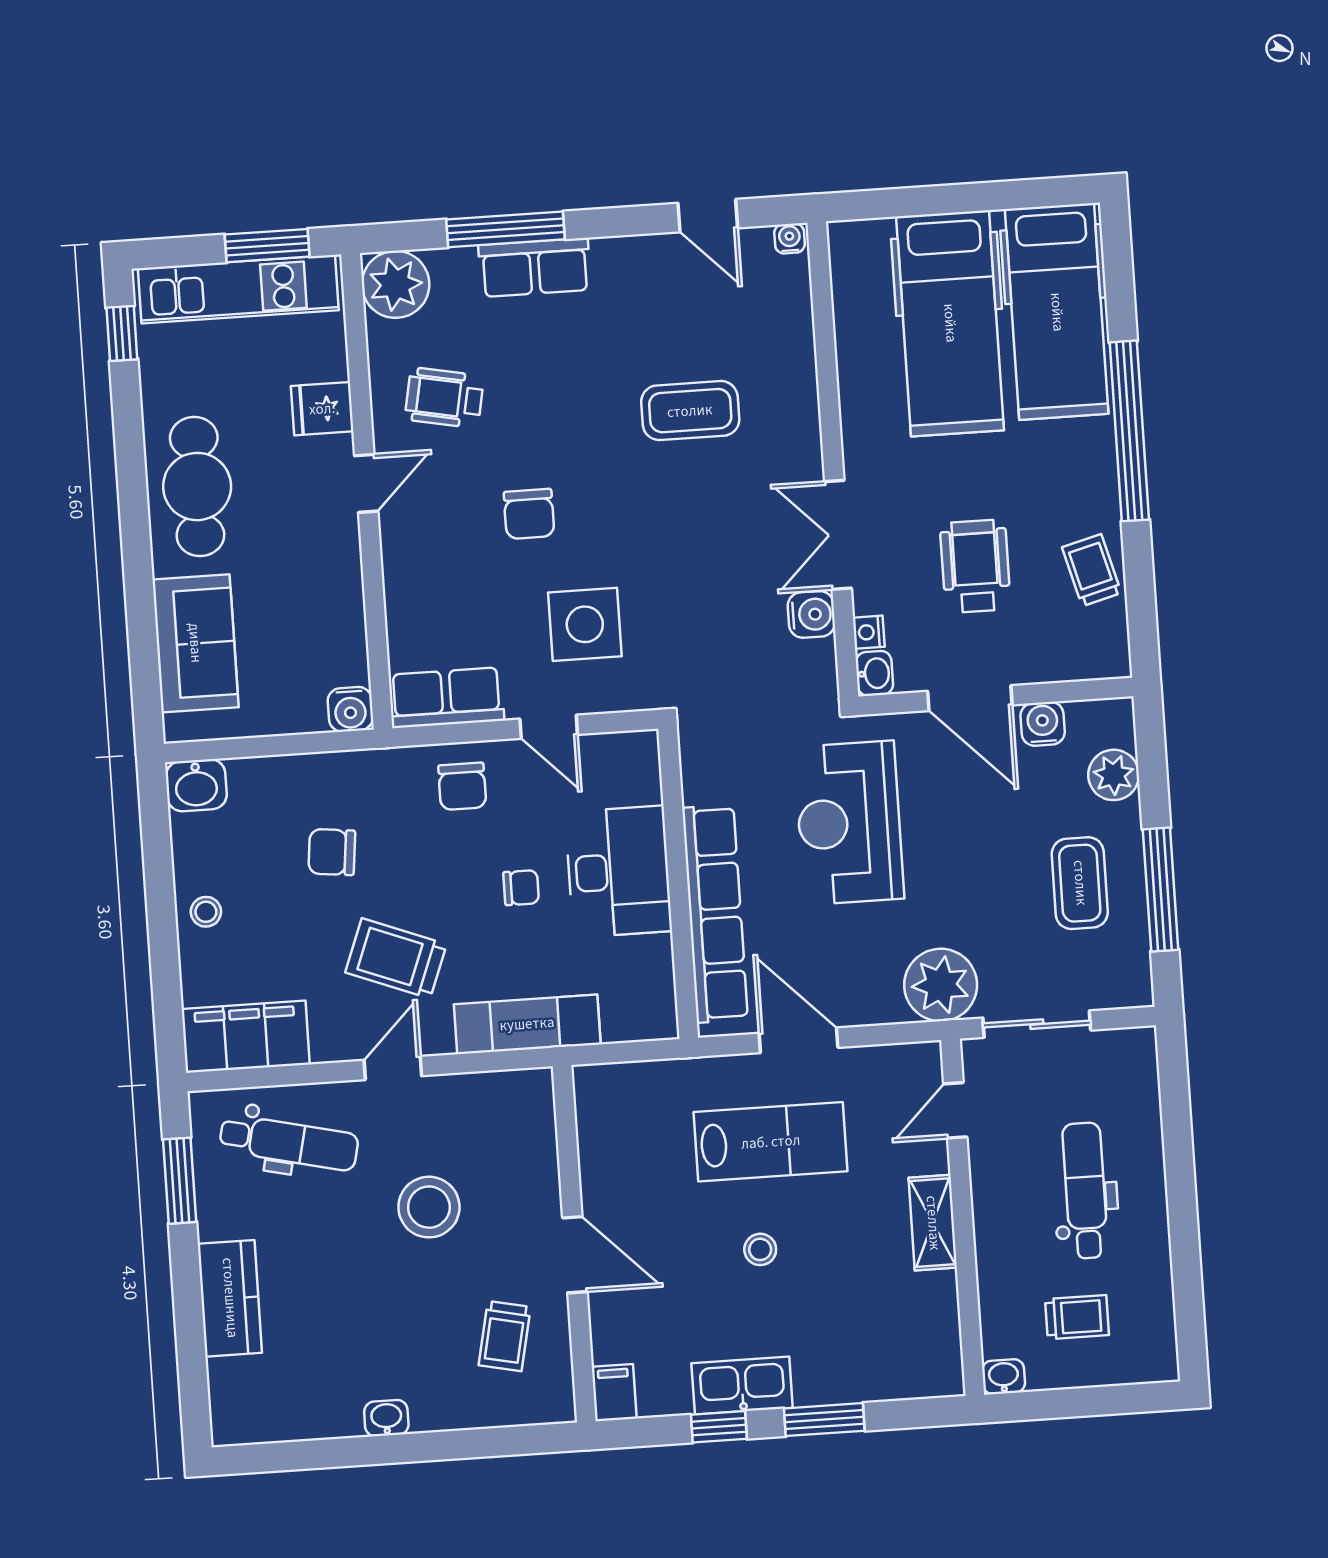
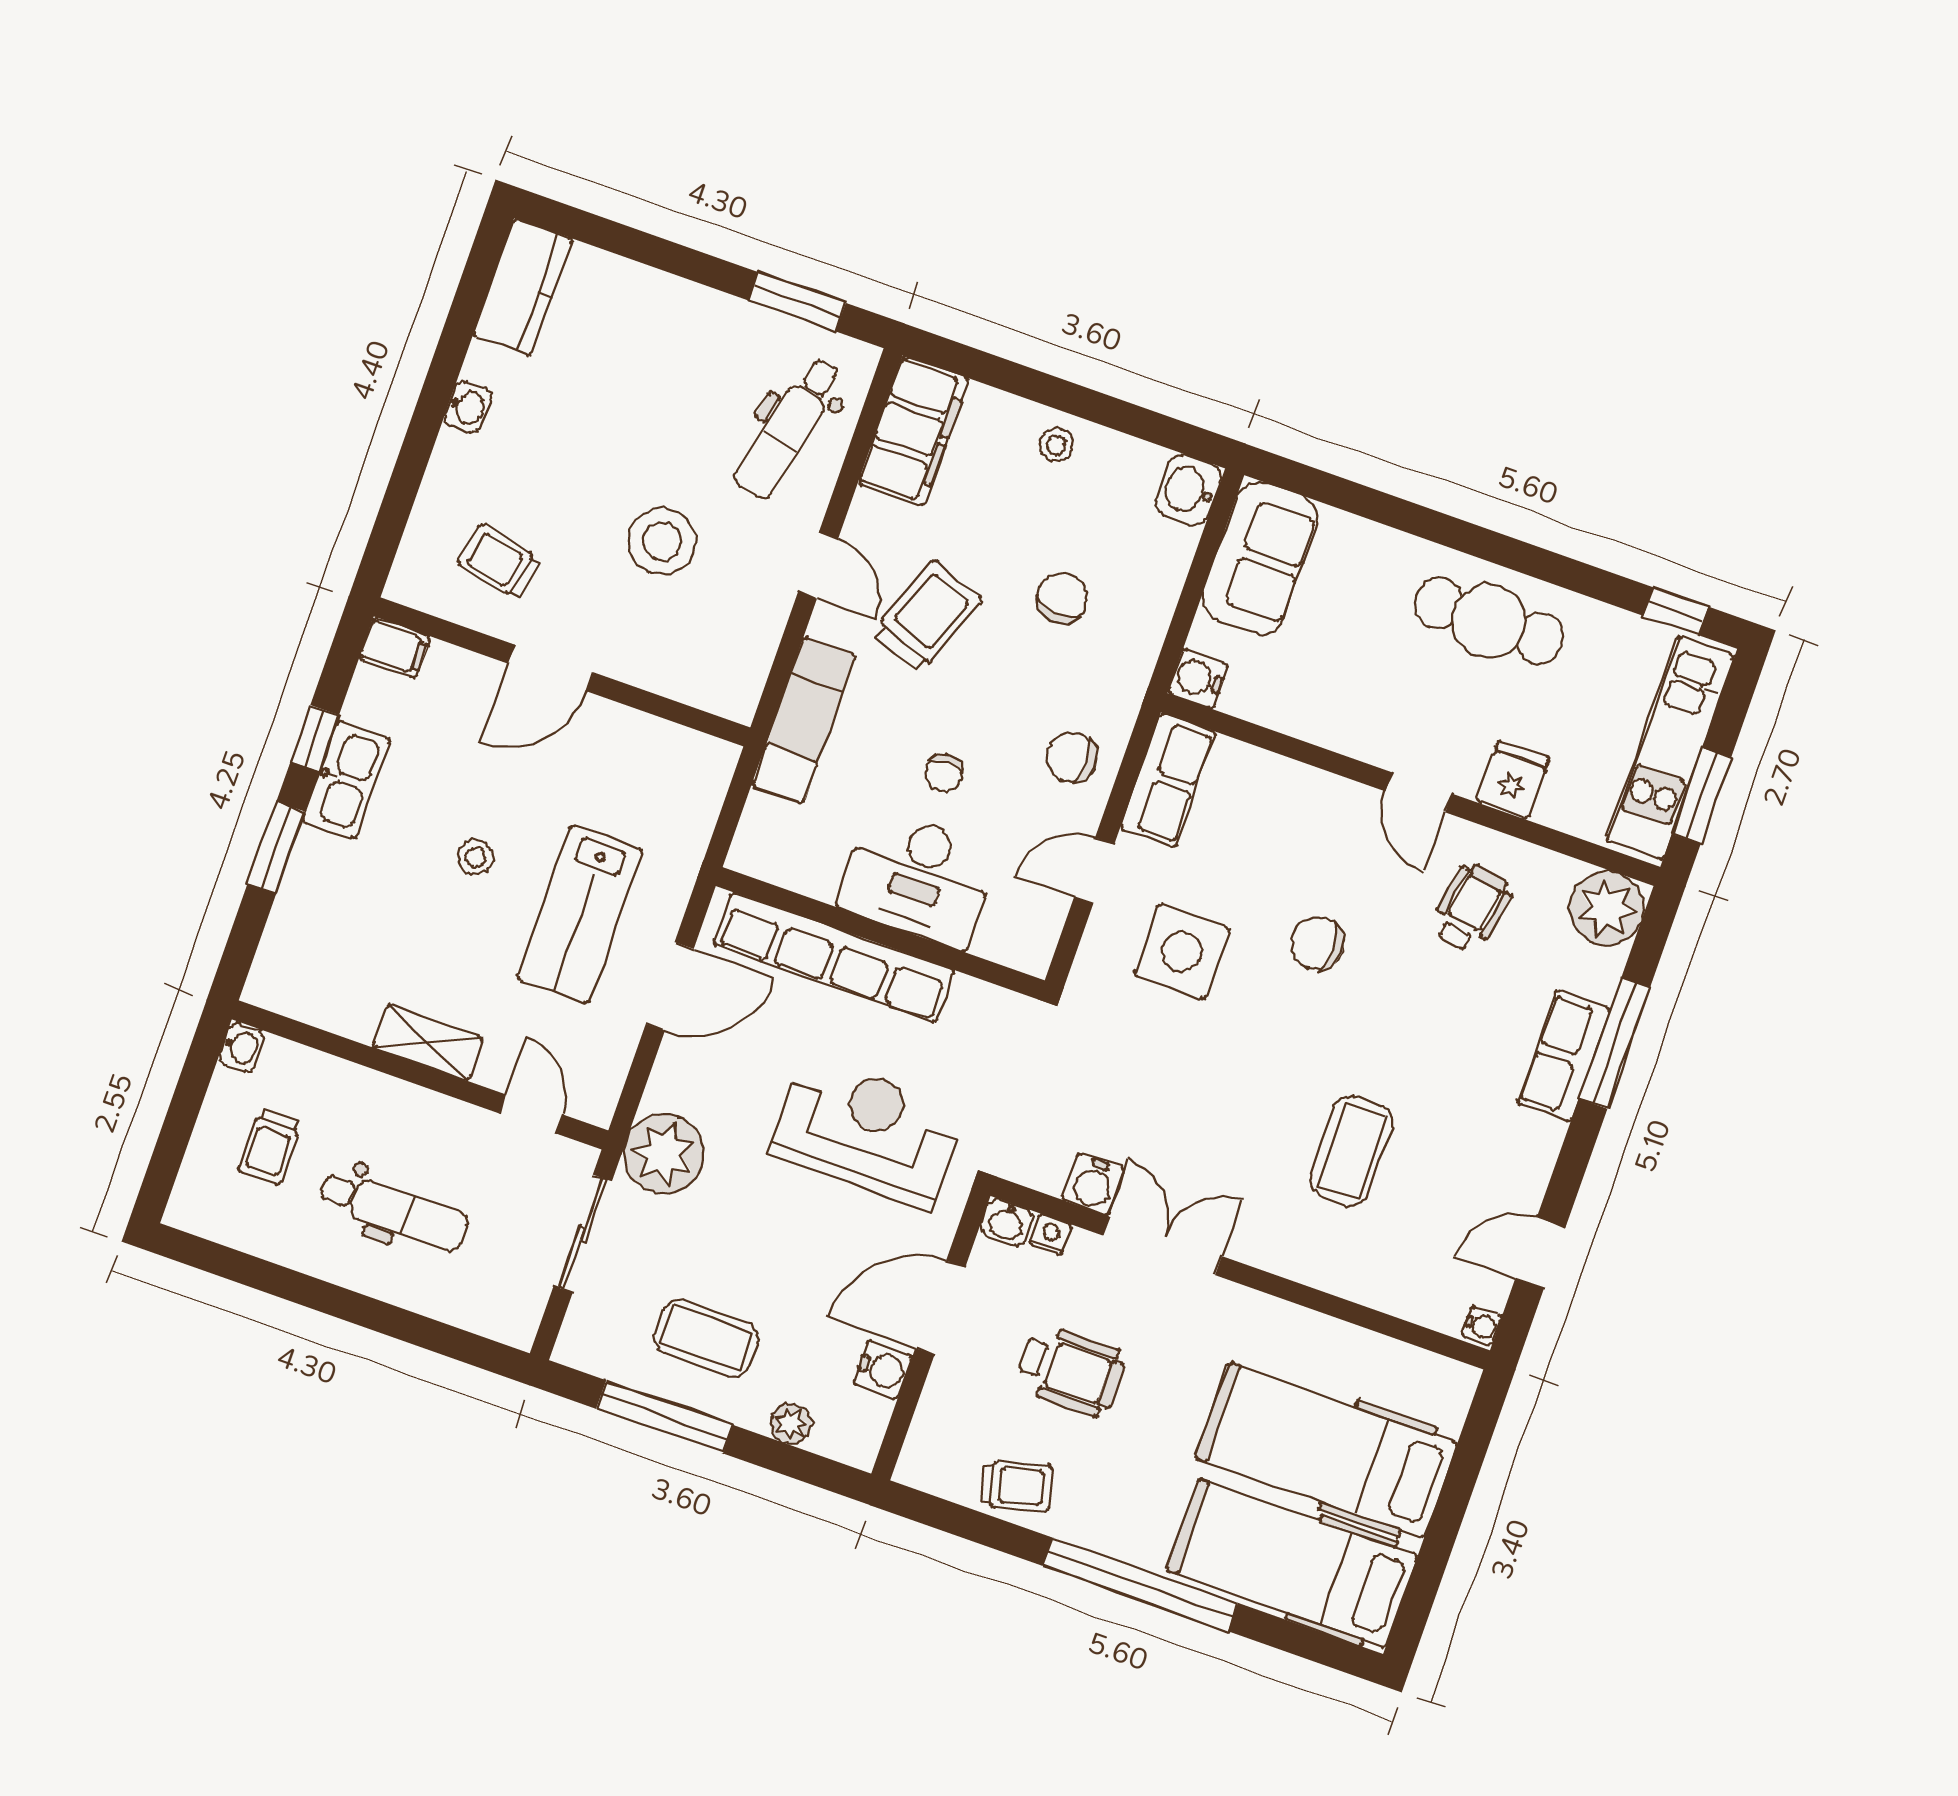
sofa: (195, 643) -> (1260, 558), moved, turned -90
plant: (1114, 775) -> (791, 1424), width x0.73, depth x0.73
kitchen counter: (230, 1298) -> (523, 287), moved, turned -90

